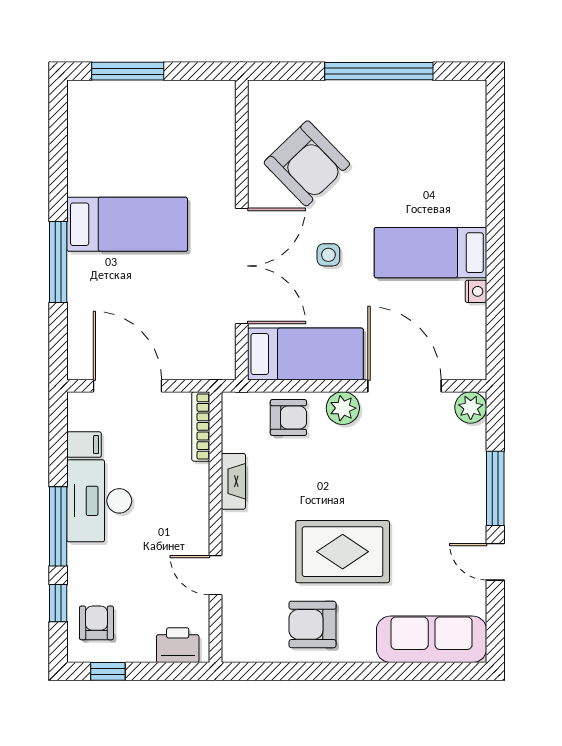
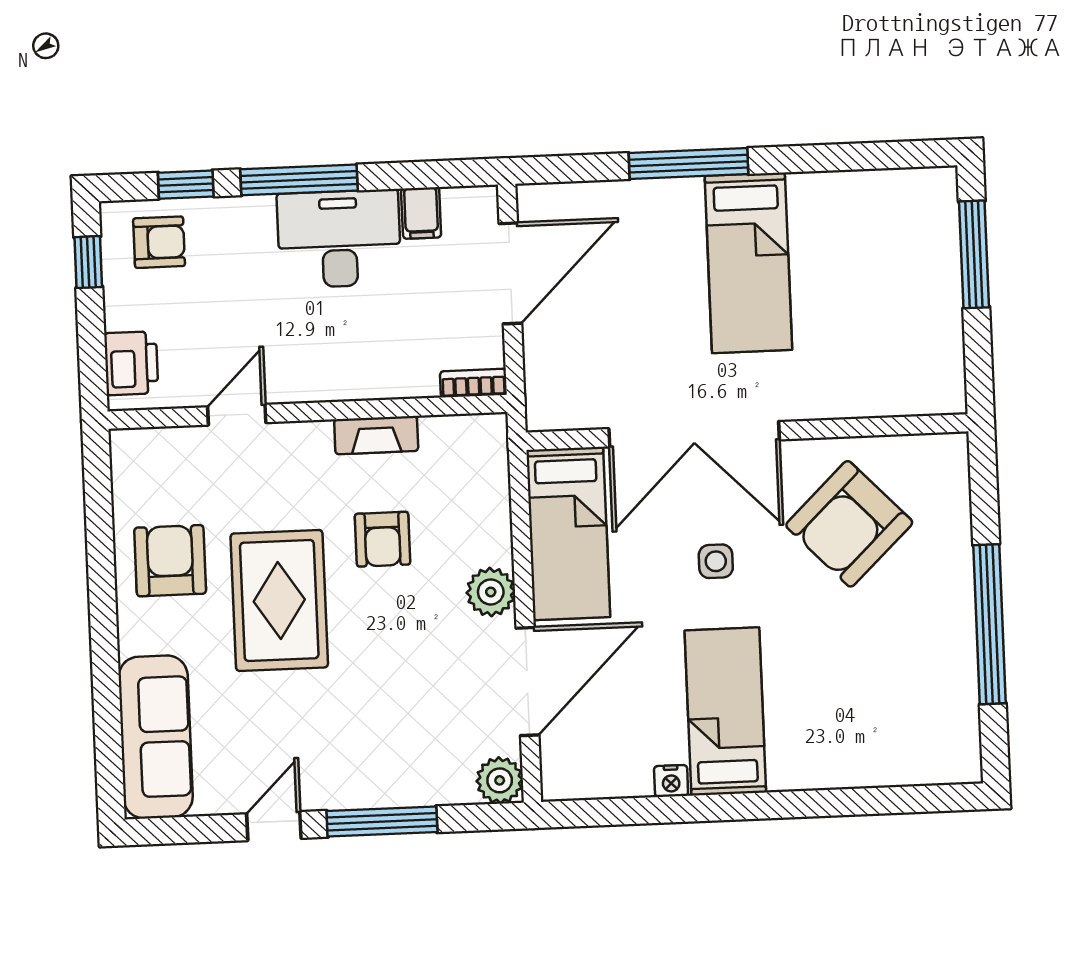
armchair: (288, 418) -> (383, 539), moved
bookcase: (201, 426) -> (473, 383), width x0.64

